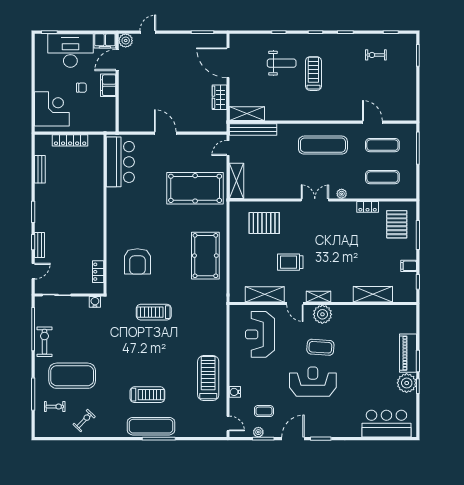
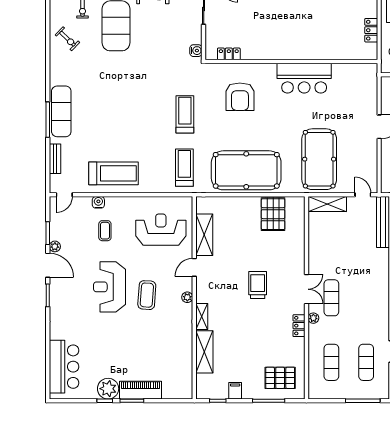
locker: (70, 140) -> (371, 30), width x0.66
exercise mat: (323, 145) -> (331, 298), moved, width x0.73, depth x0.69
bar counter: (120, 162) -> (304, 78), moved
locker: (368, 207) -> (299, 326), moved
pallet: (264, 223) -> (273, 214), moved
pool table: (205, 256) -> (246, 170), width x1.36, depth x1.32
armchair: (137, 261) -> (240, 97), turned -90
trolley: (290, 262) -> (258, 285), moved
shelving: (318, 297) -> (202, 317), moved
plant: (322, 314) -> (187, 297), width x0.53, depth x0.53
reception desk: (313, 382) -> (110, 287), turned 180
treadmill: (147, 395) -> (184, 168), moved, turned 180
coffee table: (264, 411) -> (105, 231), moved
bench: (195, 432) -> (55, 159), added
plant: (258, 432) -> (55, 246), moved

